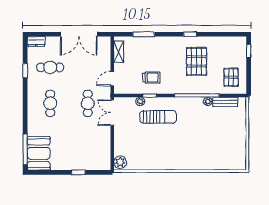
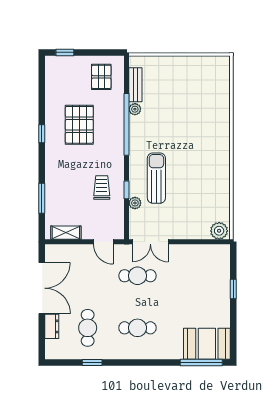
dresser: (36, 41) -> (52, 326), moved
pallet: (197, 61) -> (79, 125), turned 90
pallet: (231, 77) -> (101, 77), turned 90

